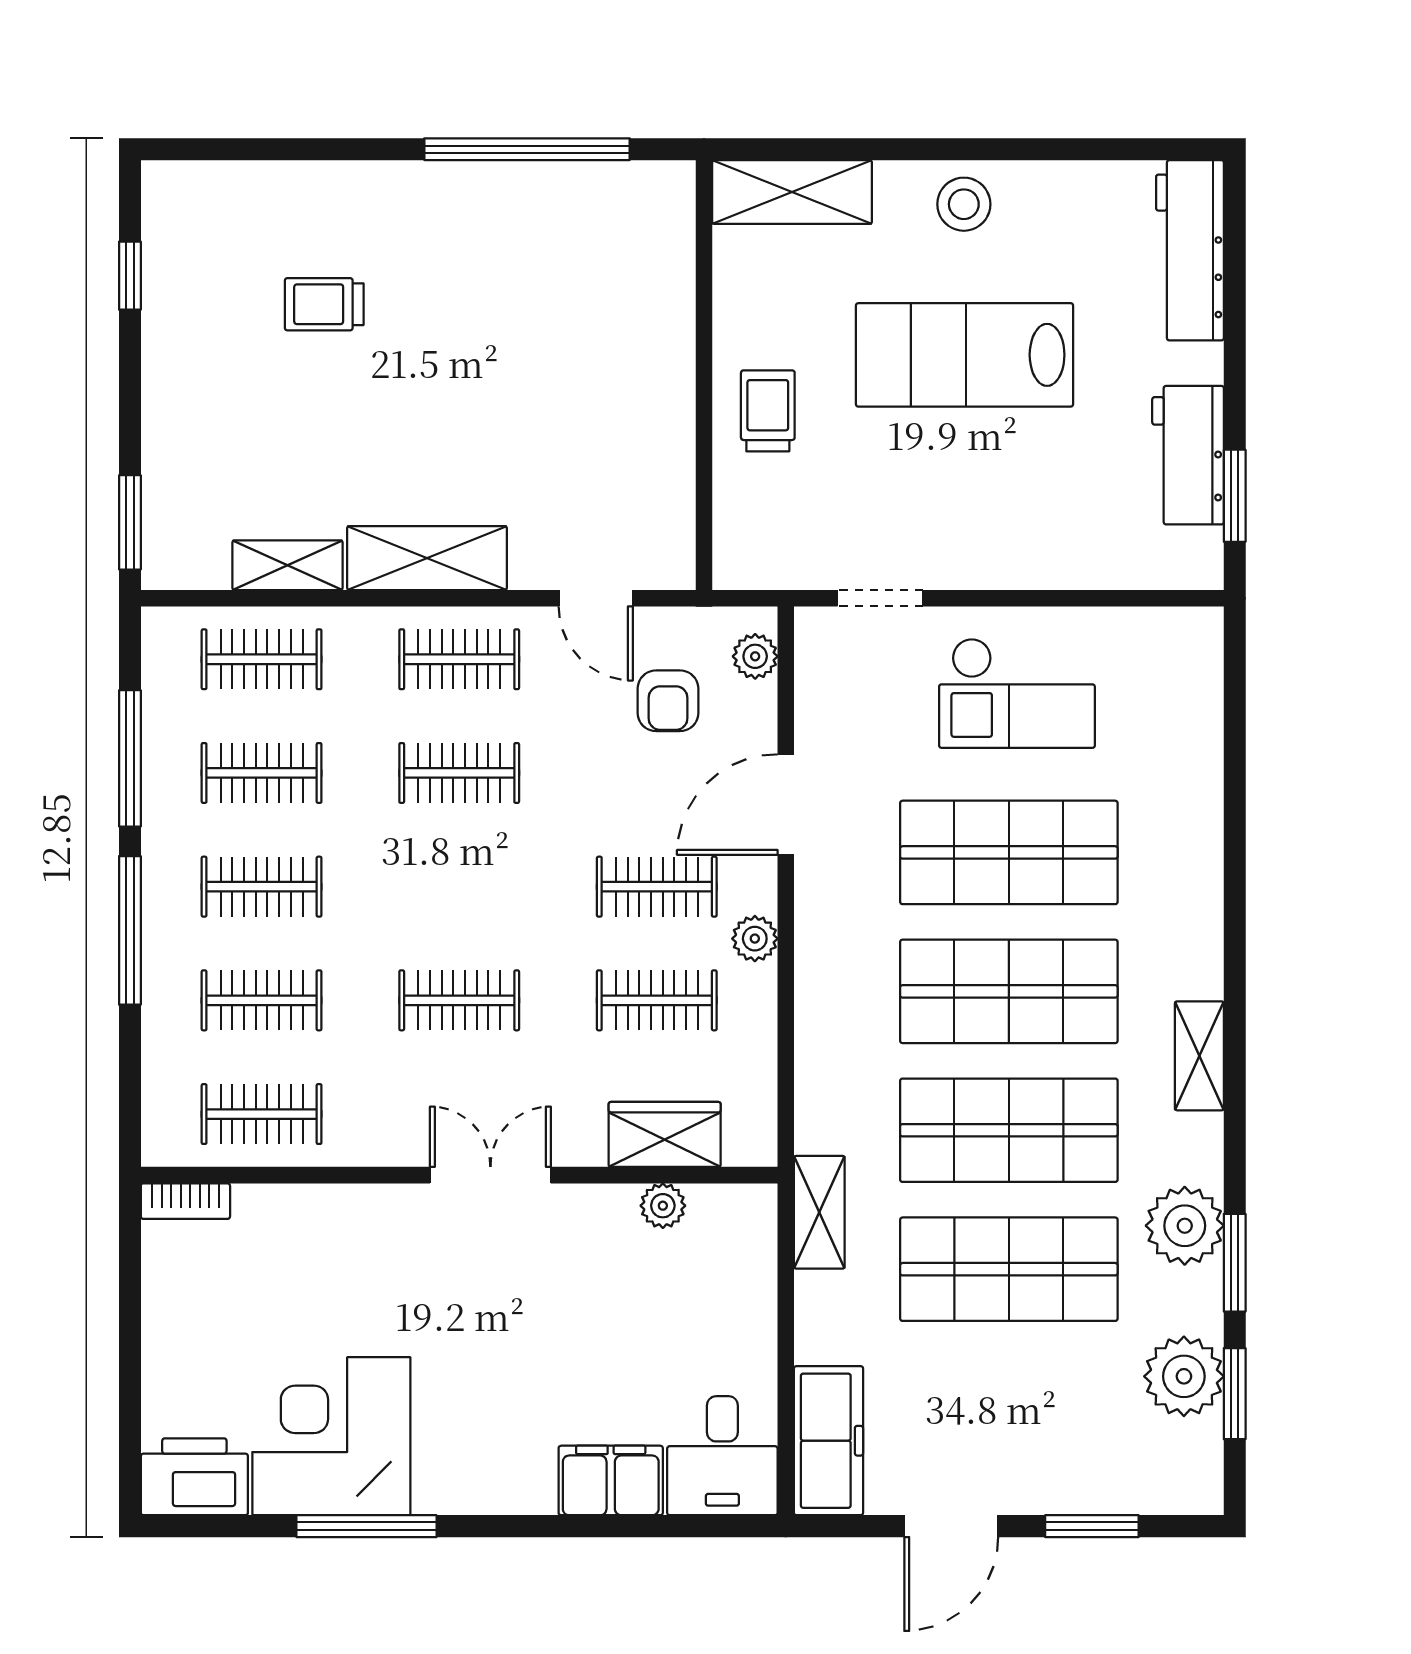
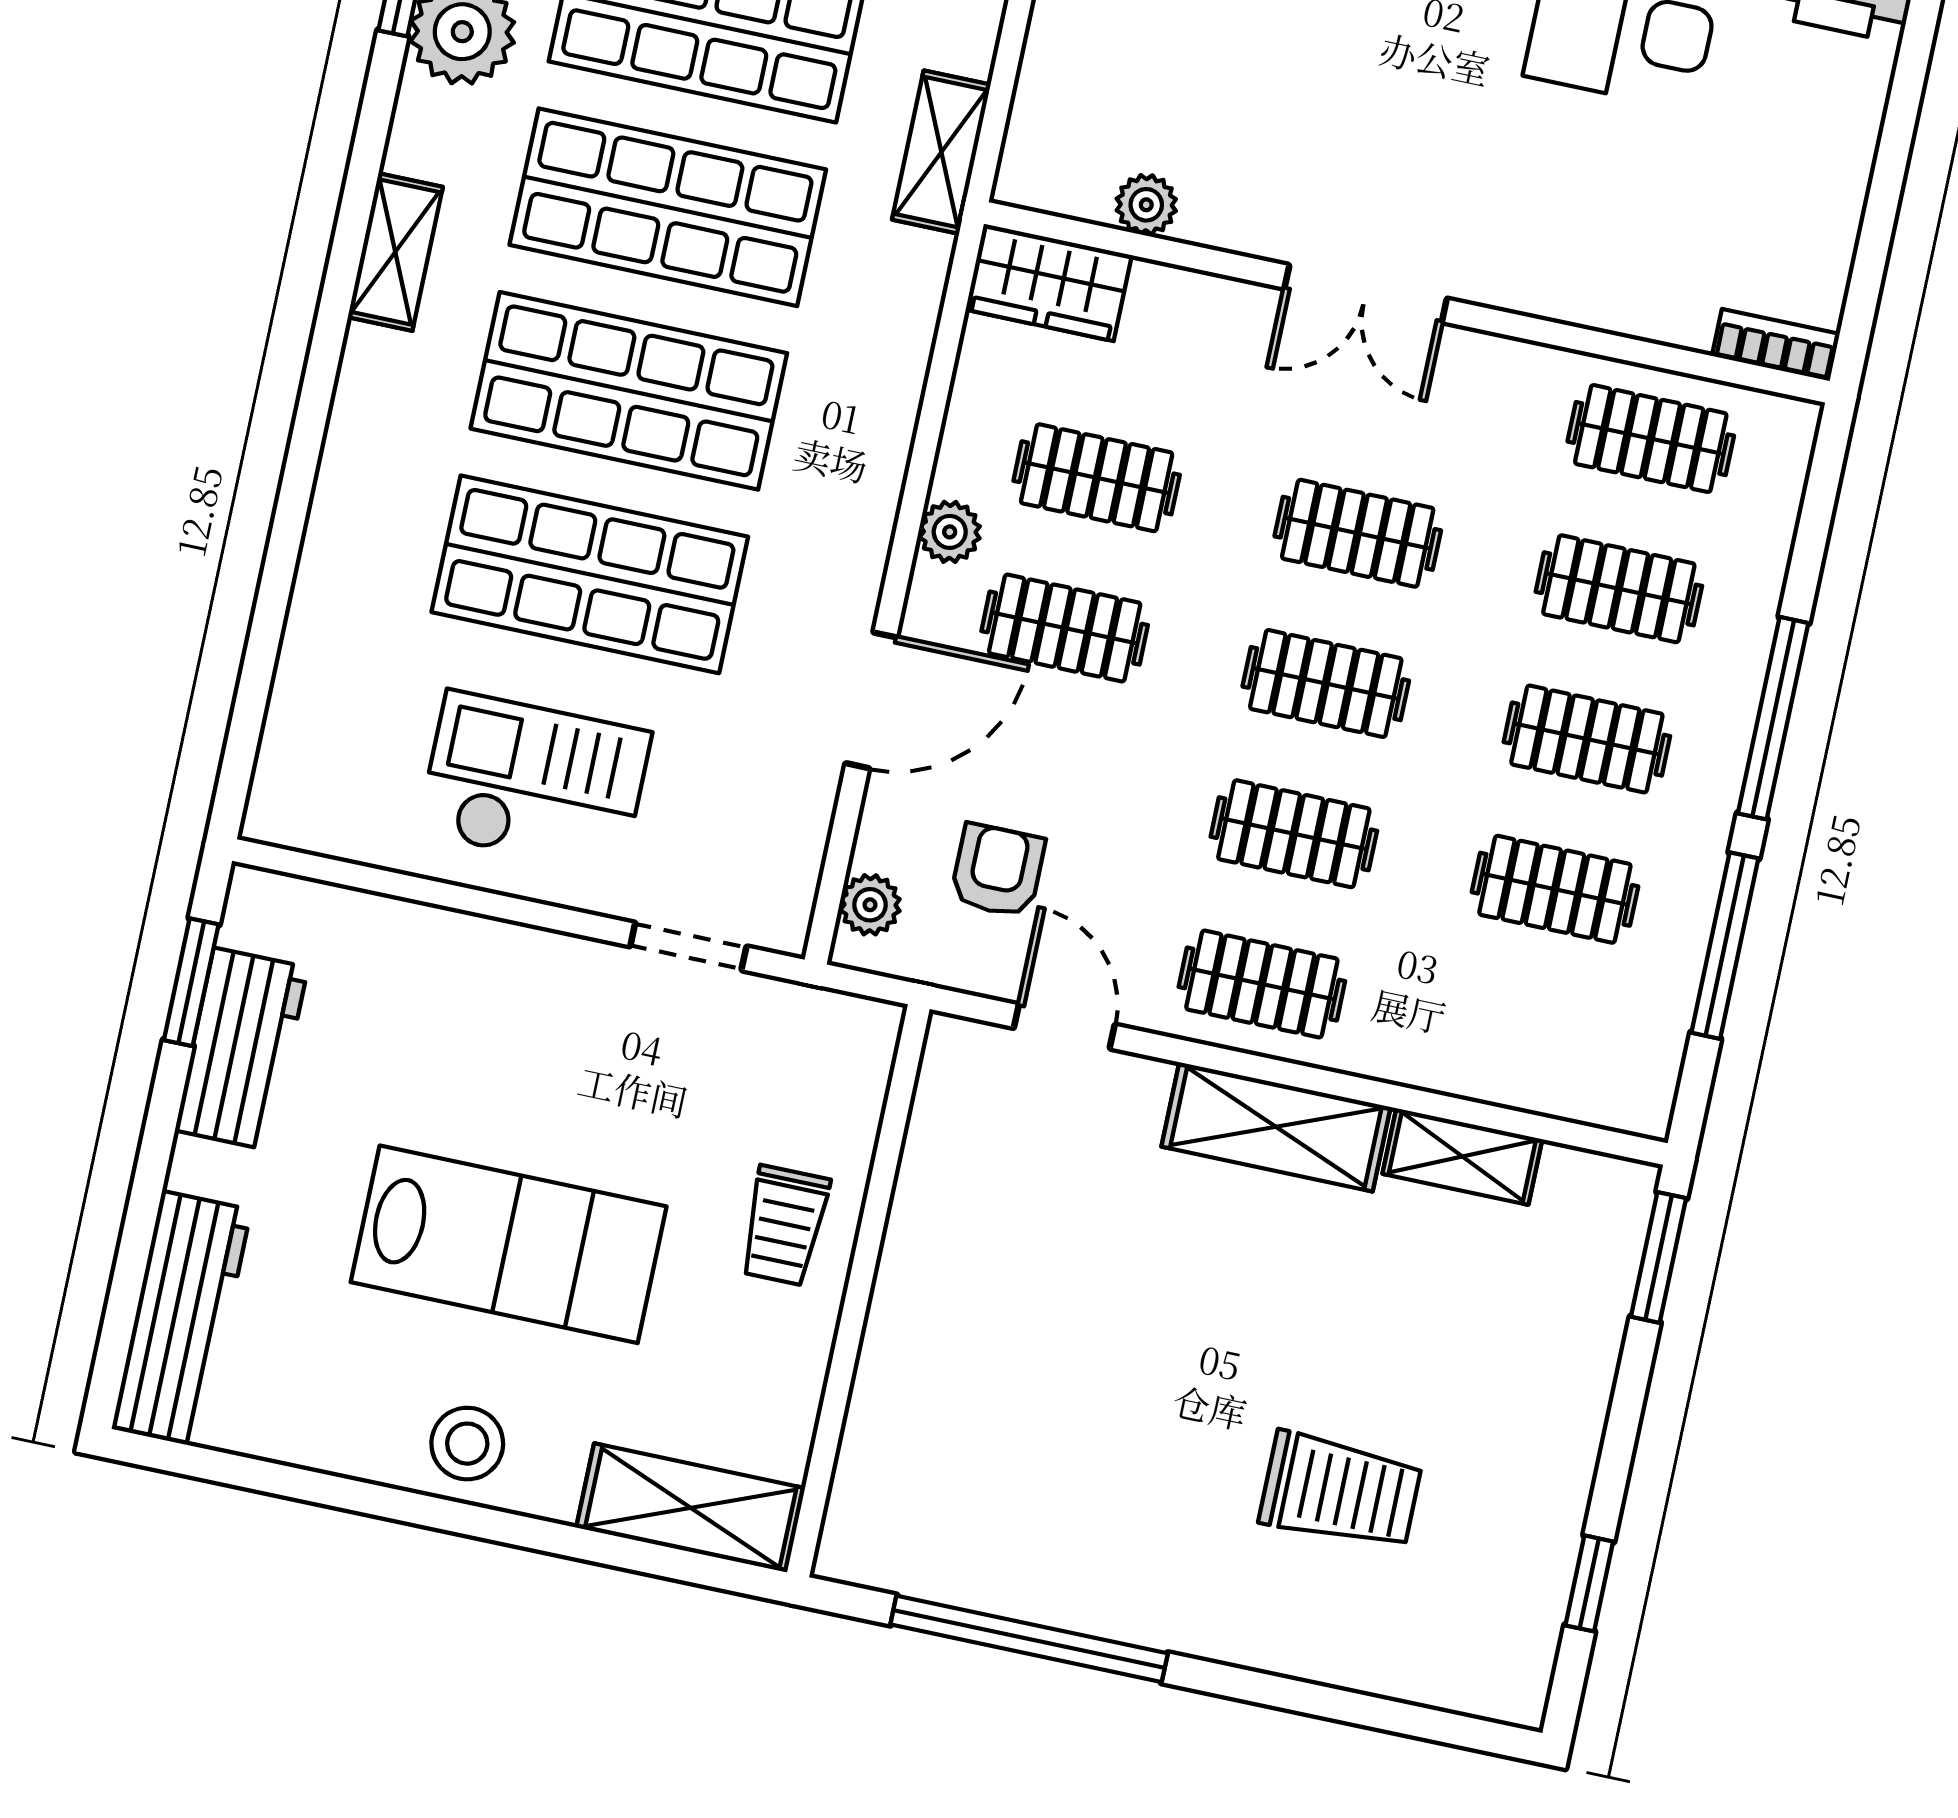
trolley: (324, 304) -> (1341, 1491), width x1.36, depth x1.39
clothes rail: (262, 659) -> (1326, 684), moved
wardrobe: (665, 1134) -> (1049, 282), moved

